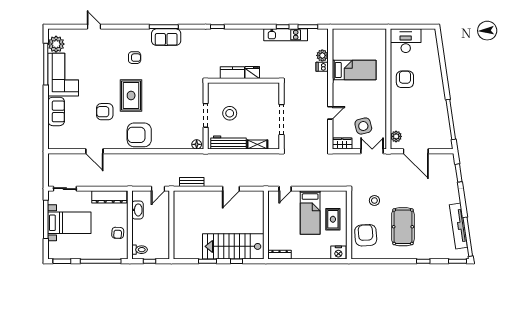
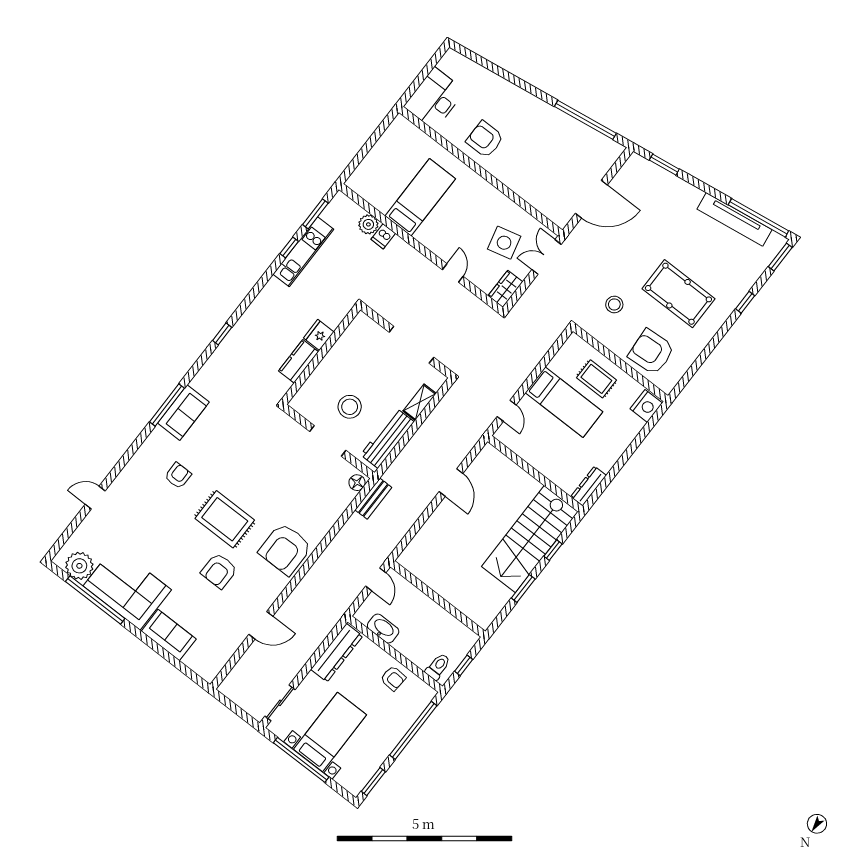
plant: (396, 136) -> (552, 210), removed
bench: (192, 182) -> (373, 499), moved

